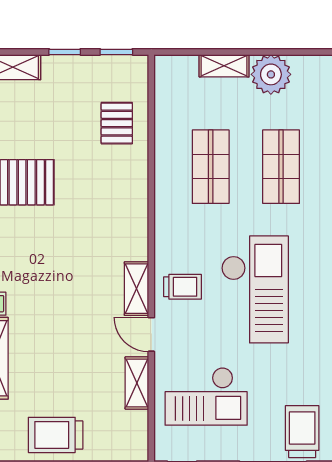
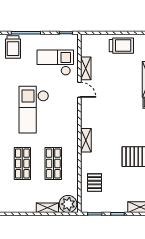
plant: (271, 74) -> (68, 204), moved
trolley: (182, 287) -> (66, 111), removed
shelving: (137, 289) -> (86, 140), moved

